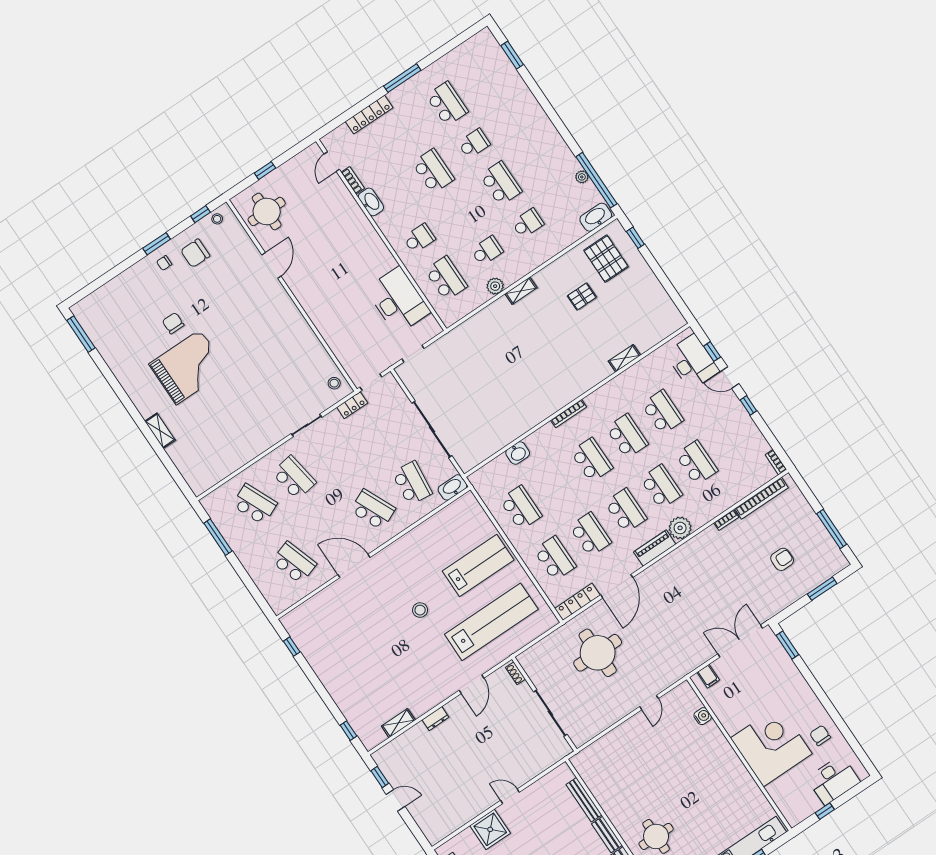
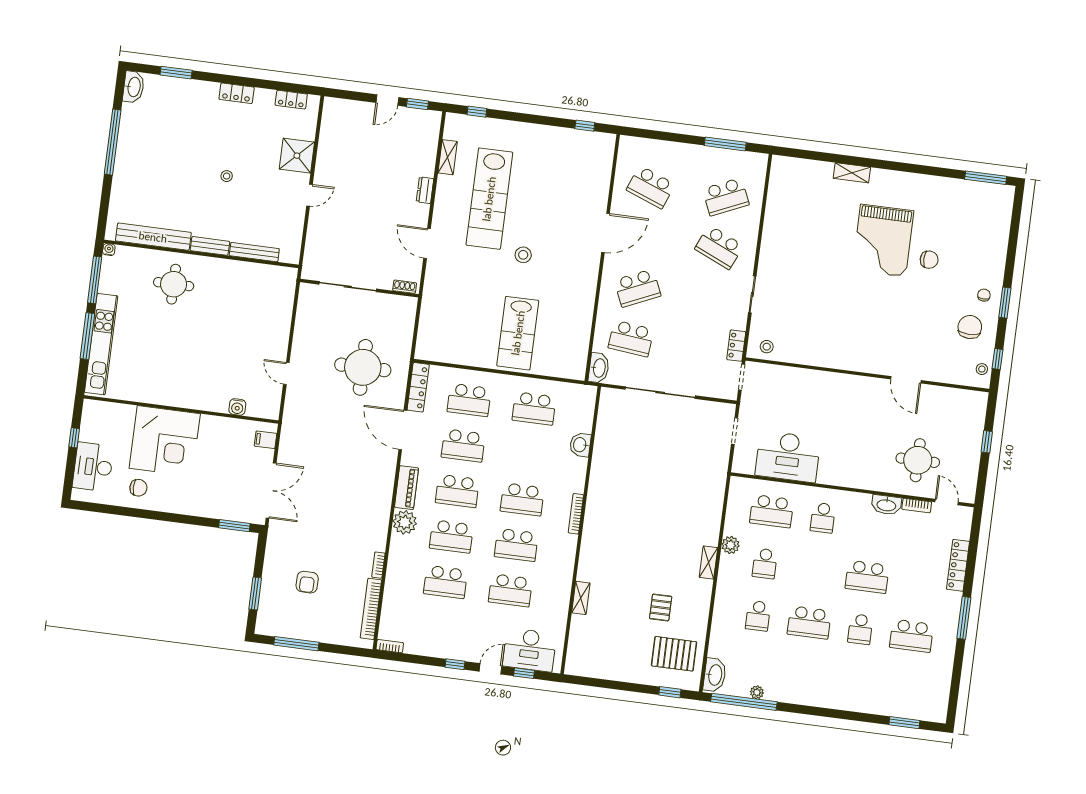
round table: (267, 211) -> (918, 460), moved
school desk: (294, 478) -> (719, 247), turned 33
school desk: (294, 563) -> (651, 187), turned 39
lab bench: (491, 622) -> (489, 199), moved

